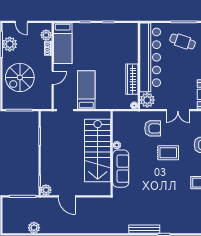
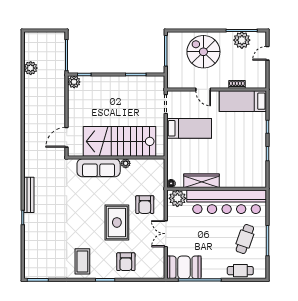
plant: (46, 35) -> (252, 82), removed
rug: (168, 153) -> (117, 222), width x1.36, depth x1.43
door: (67, 196) -> (67, 137), moved

